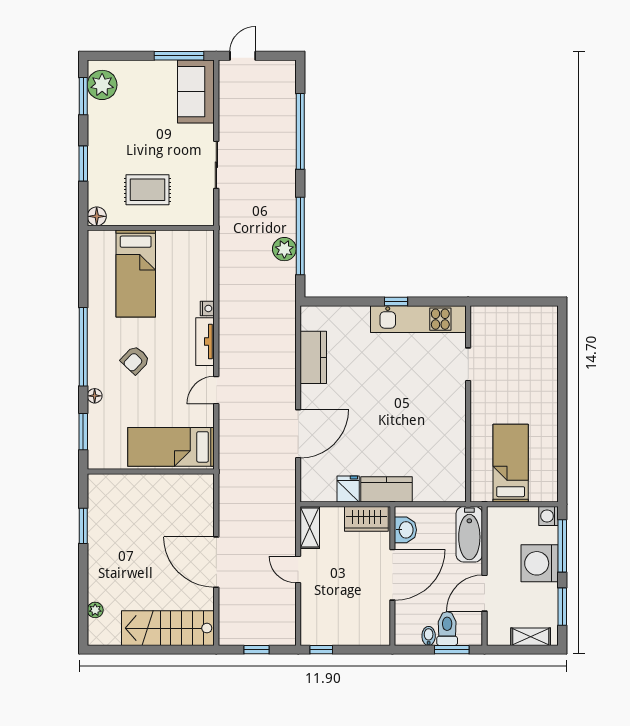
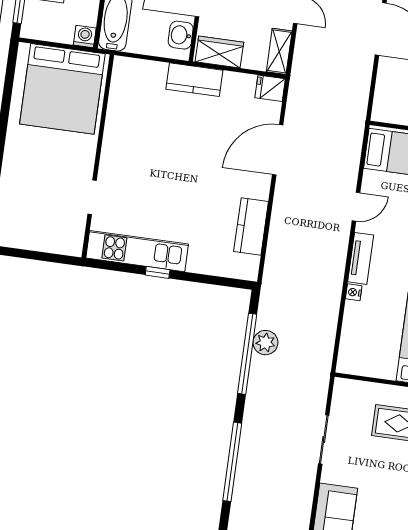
bed: (511, 463) -> (62, 89), width x2.04
fridge: (348, 489) -> (270, 88), moved, turned 90
washing machine: (549, 516) -> (85, 36), moved, turned -90

